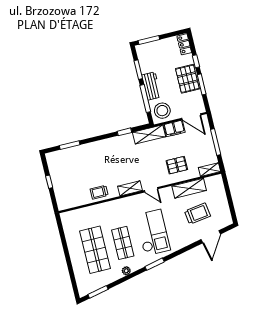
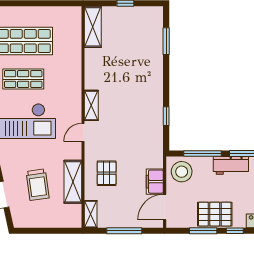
workbench: (151, 86) -> (231, 165), moved
shelving: (149, 134) -> (93, 27), moved
trolley: (99, 192) -> (96, 64), removed

